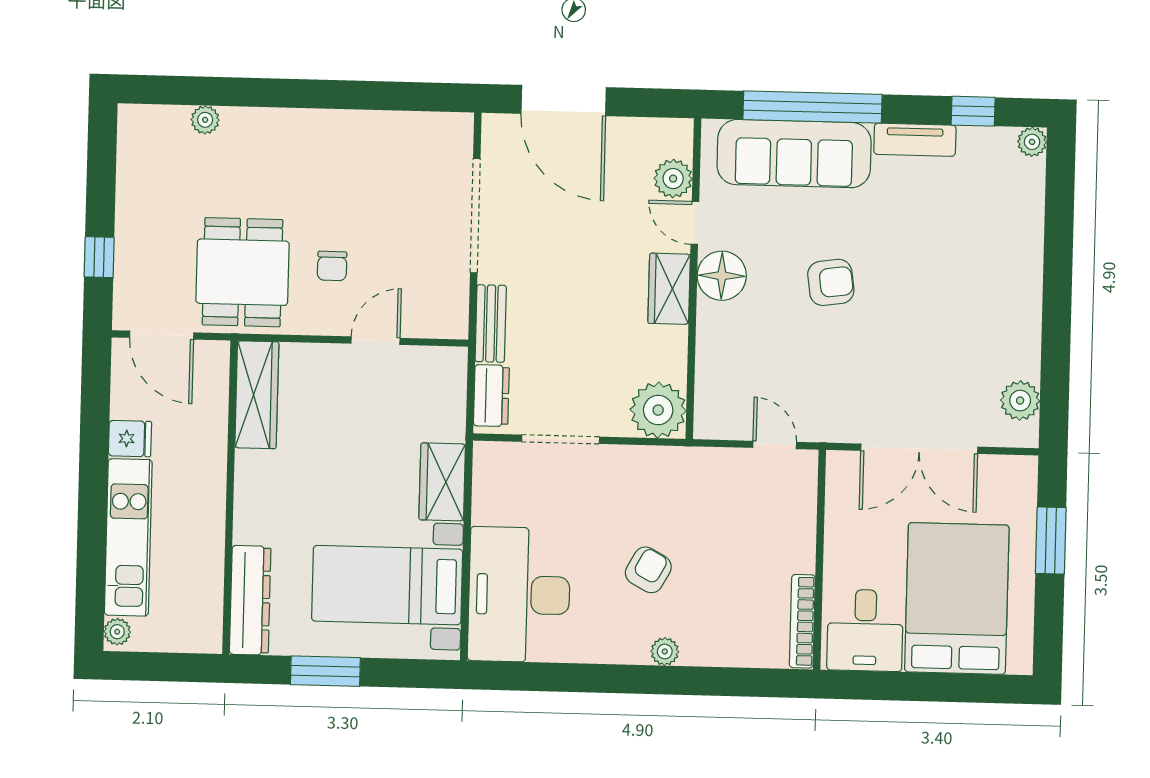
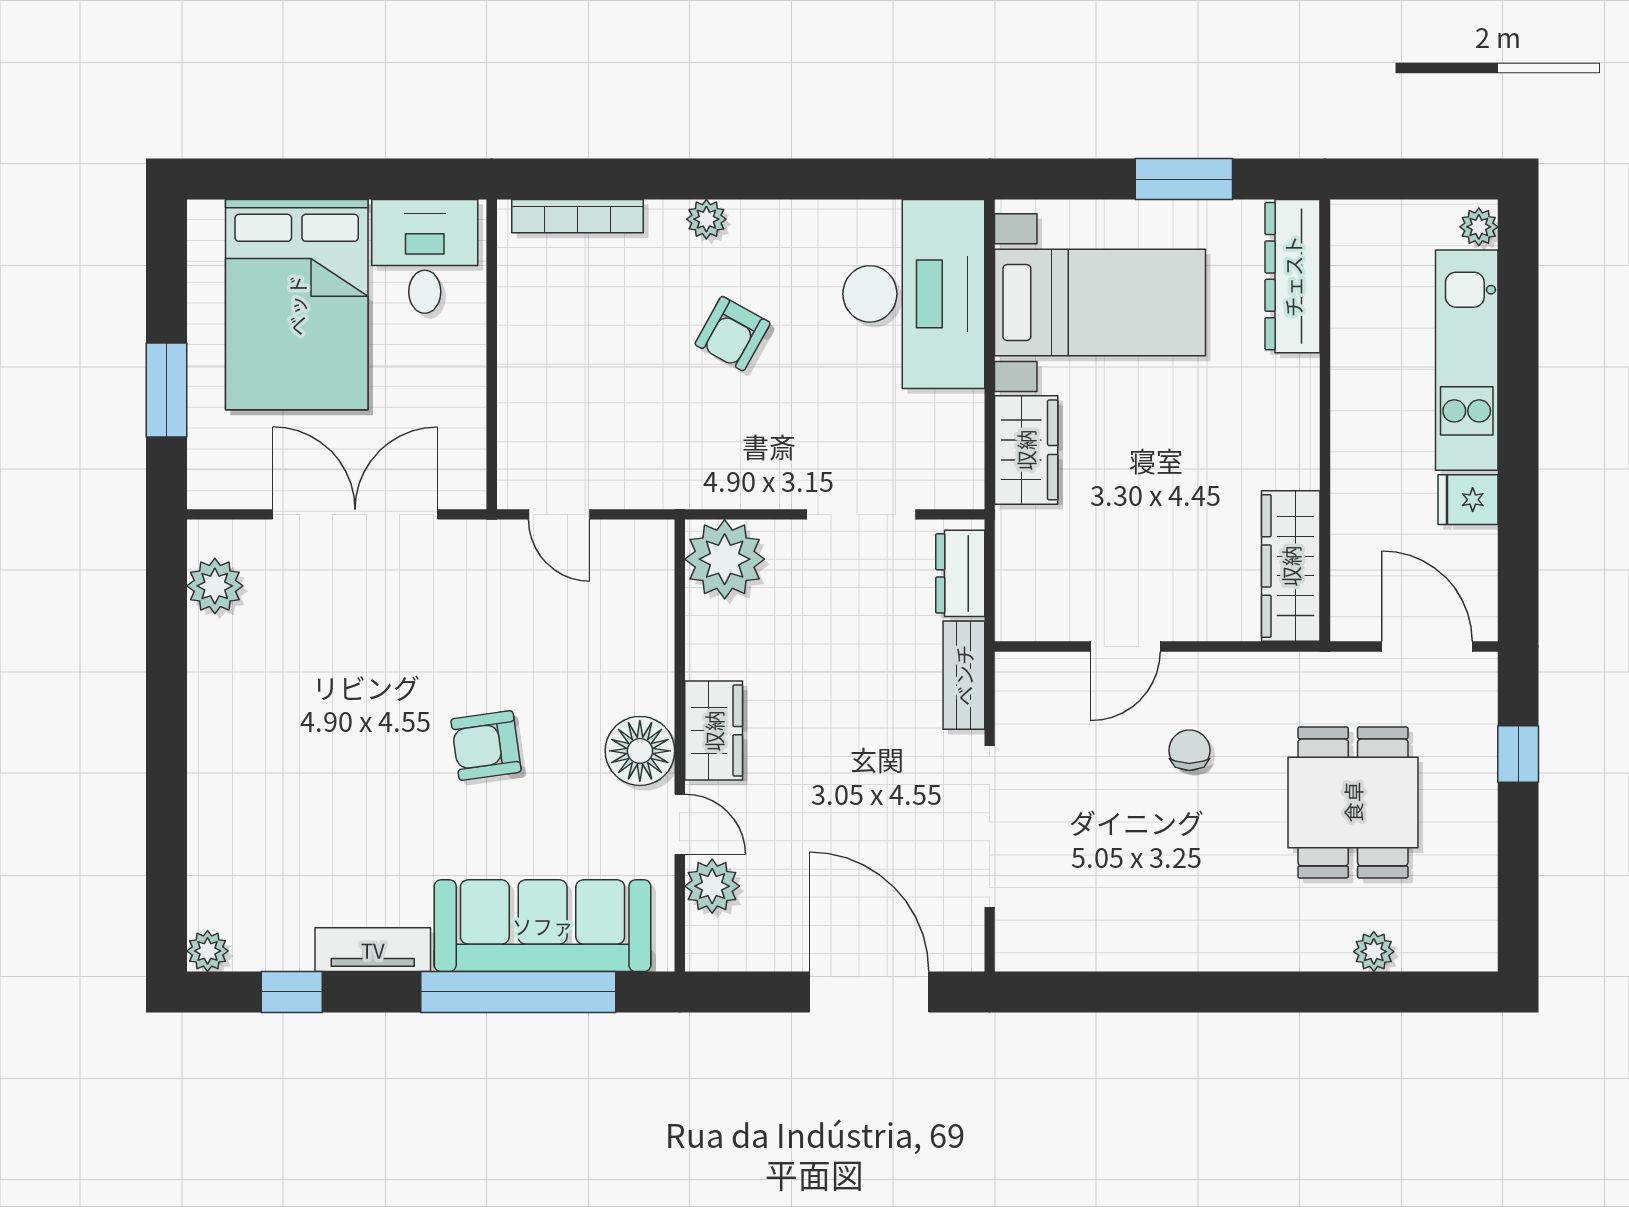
dining table: (242, 272) -> (1353, 802), moved
bookcase: (802, 621) -> (578, 216), moved, turned 90

